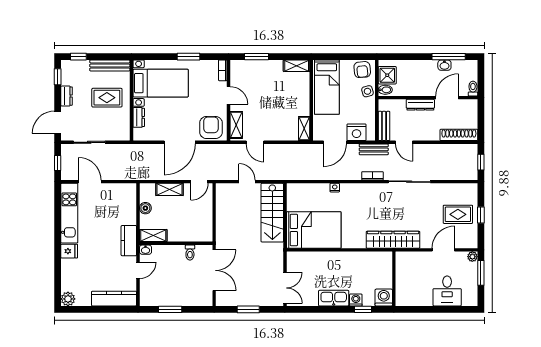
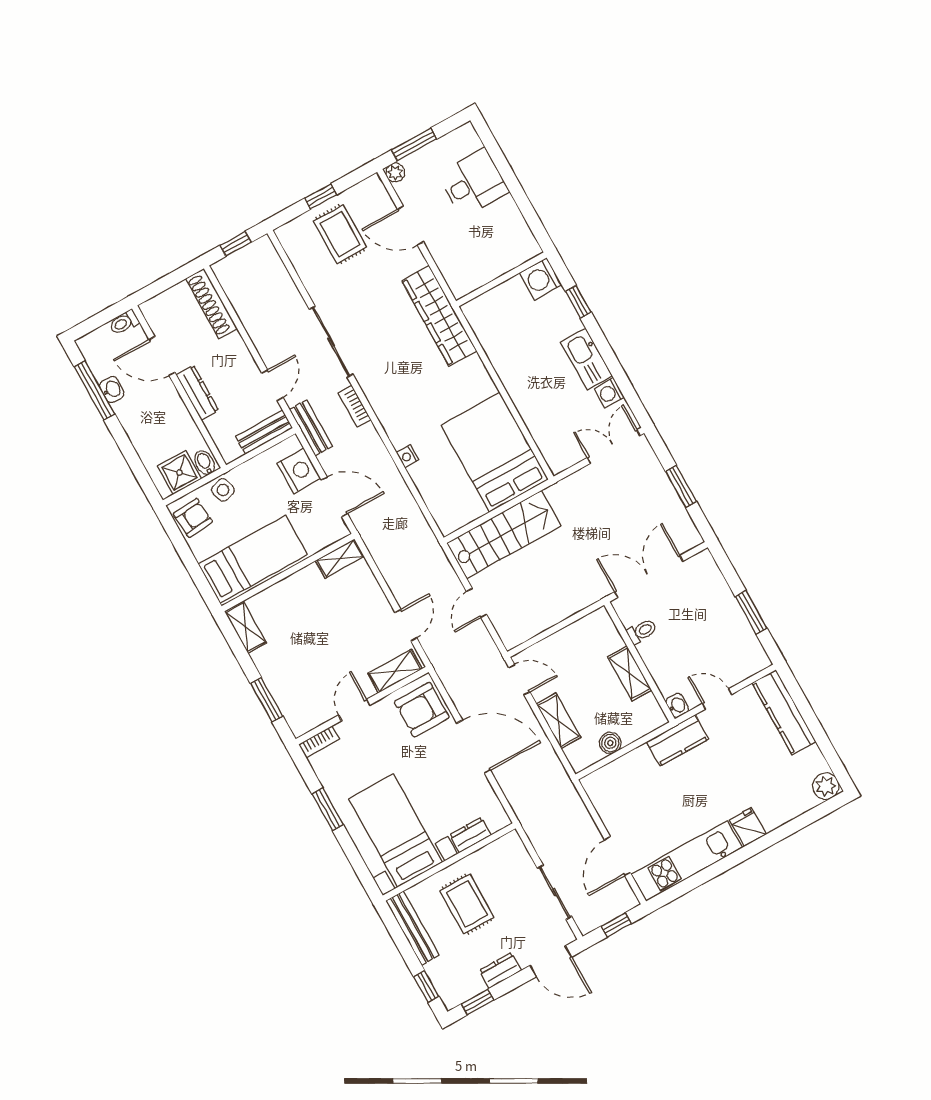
shelving: (153, 236) -> (630, 674), moved
washing machine: (356, 300) -> (609, 393), moved

